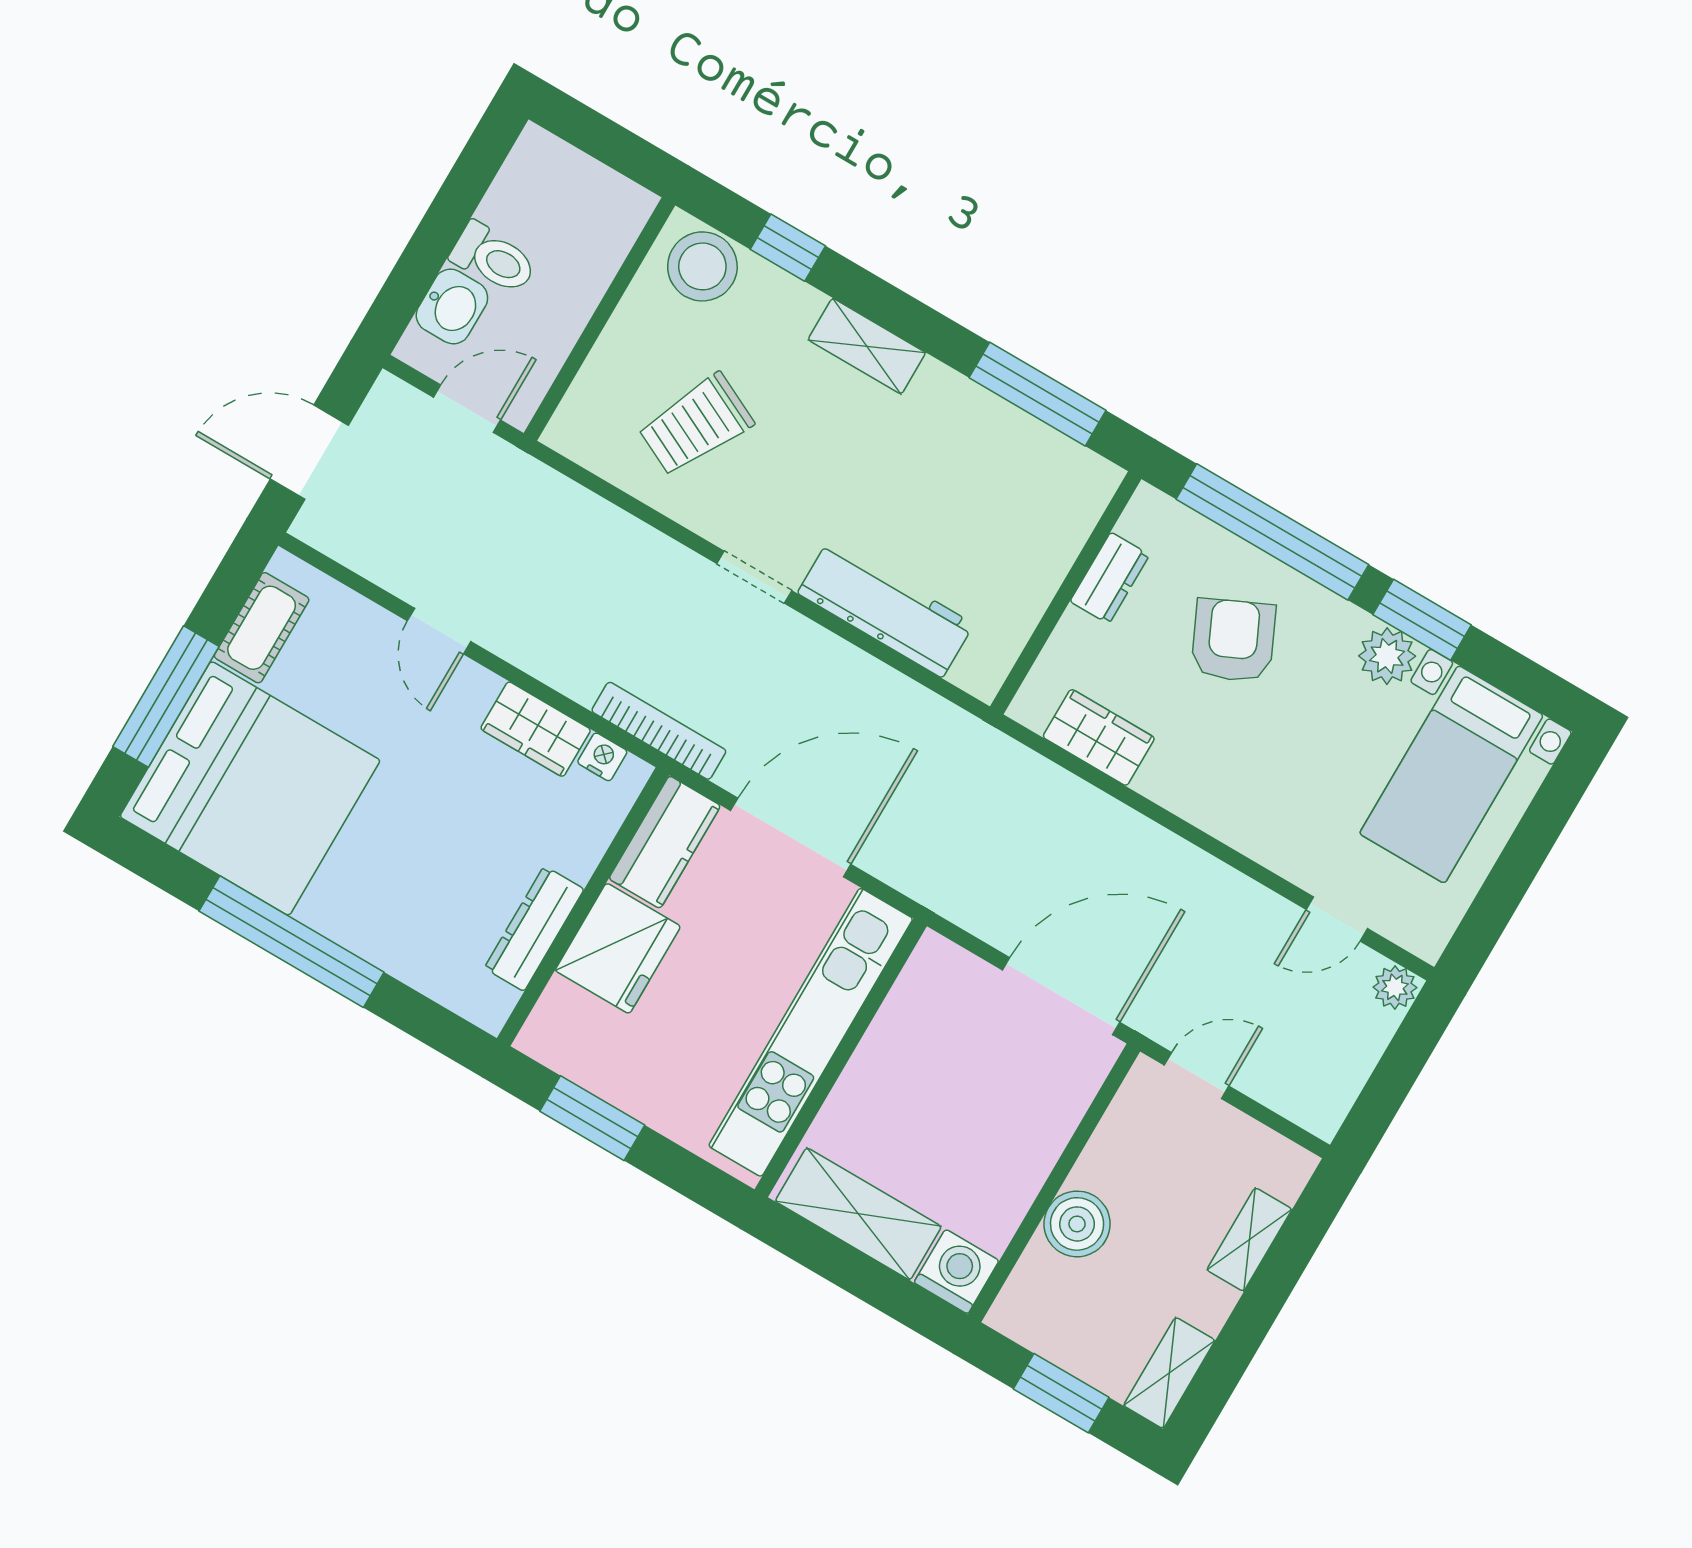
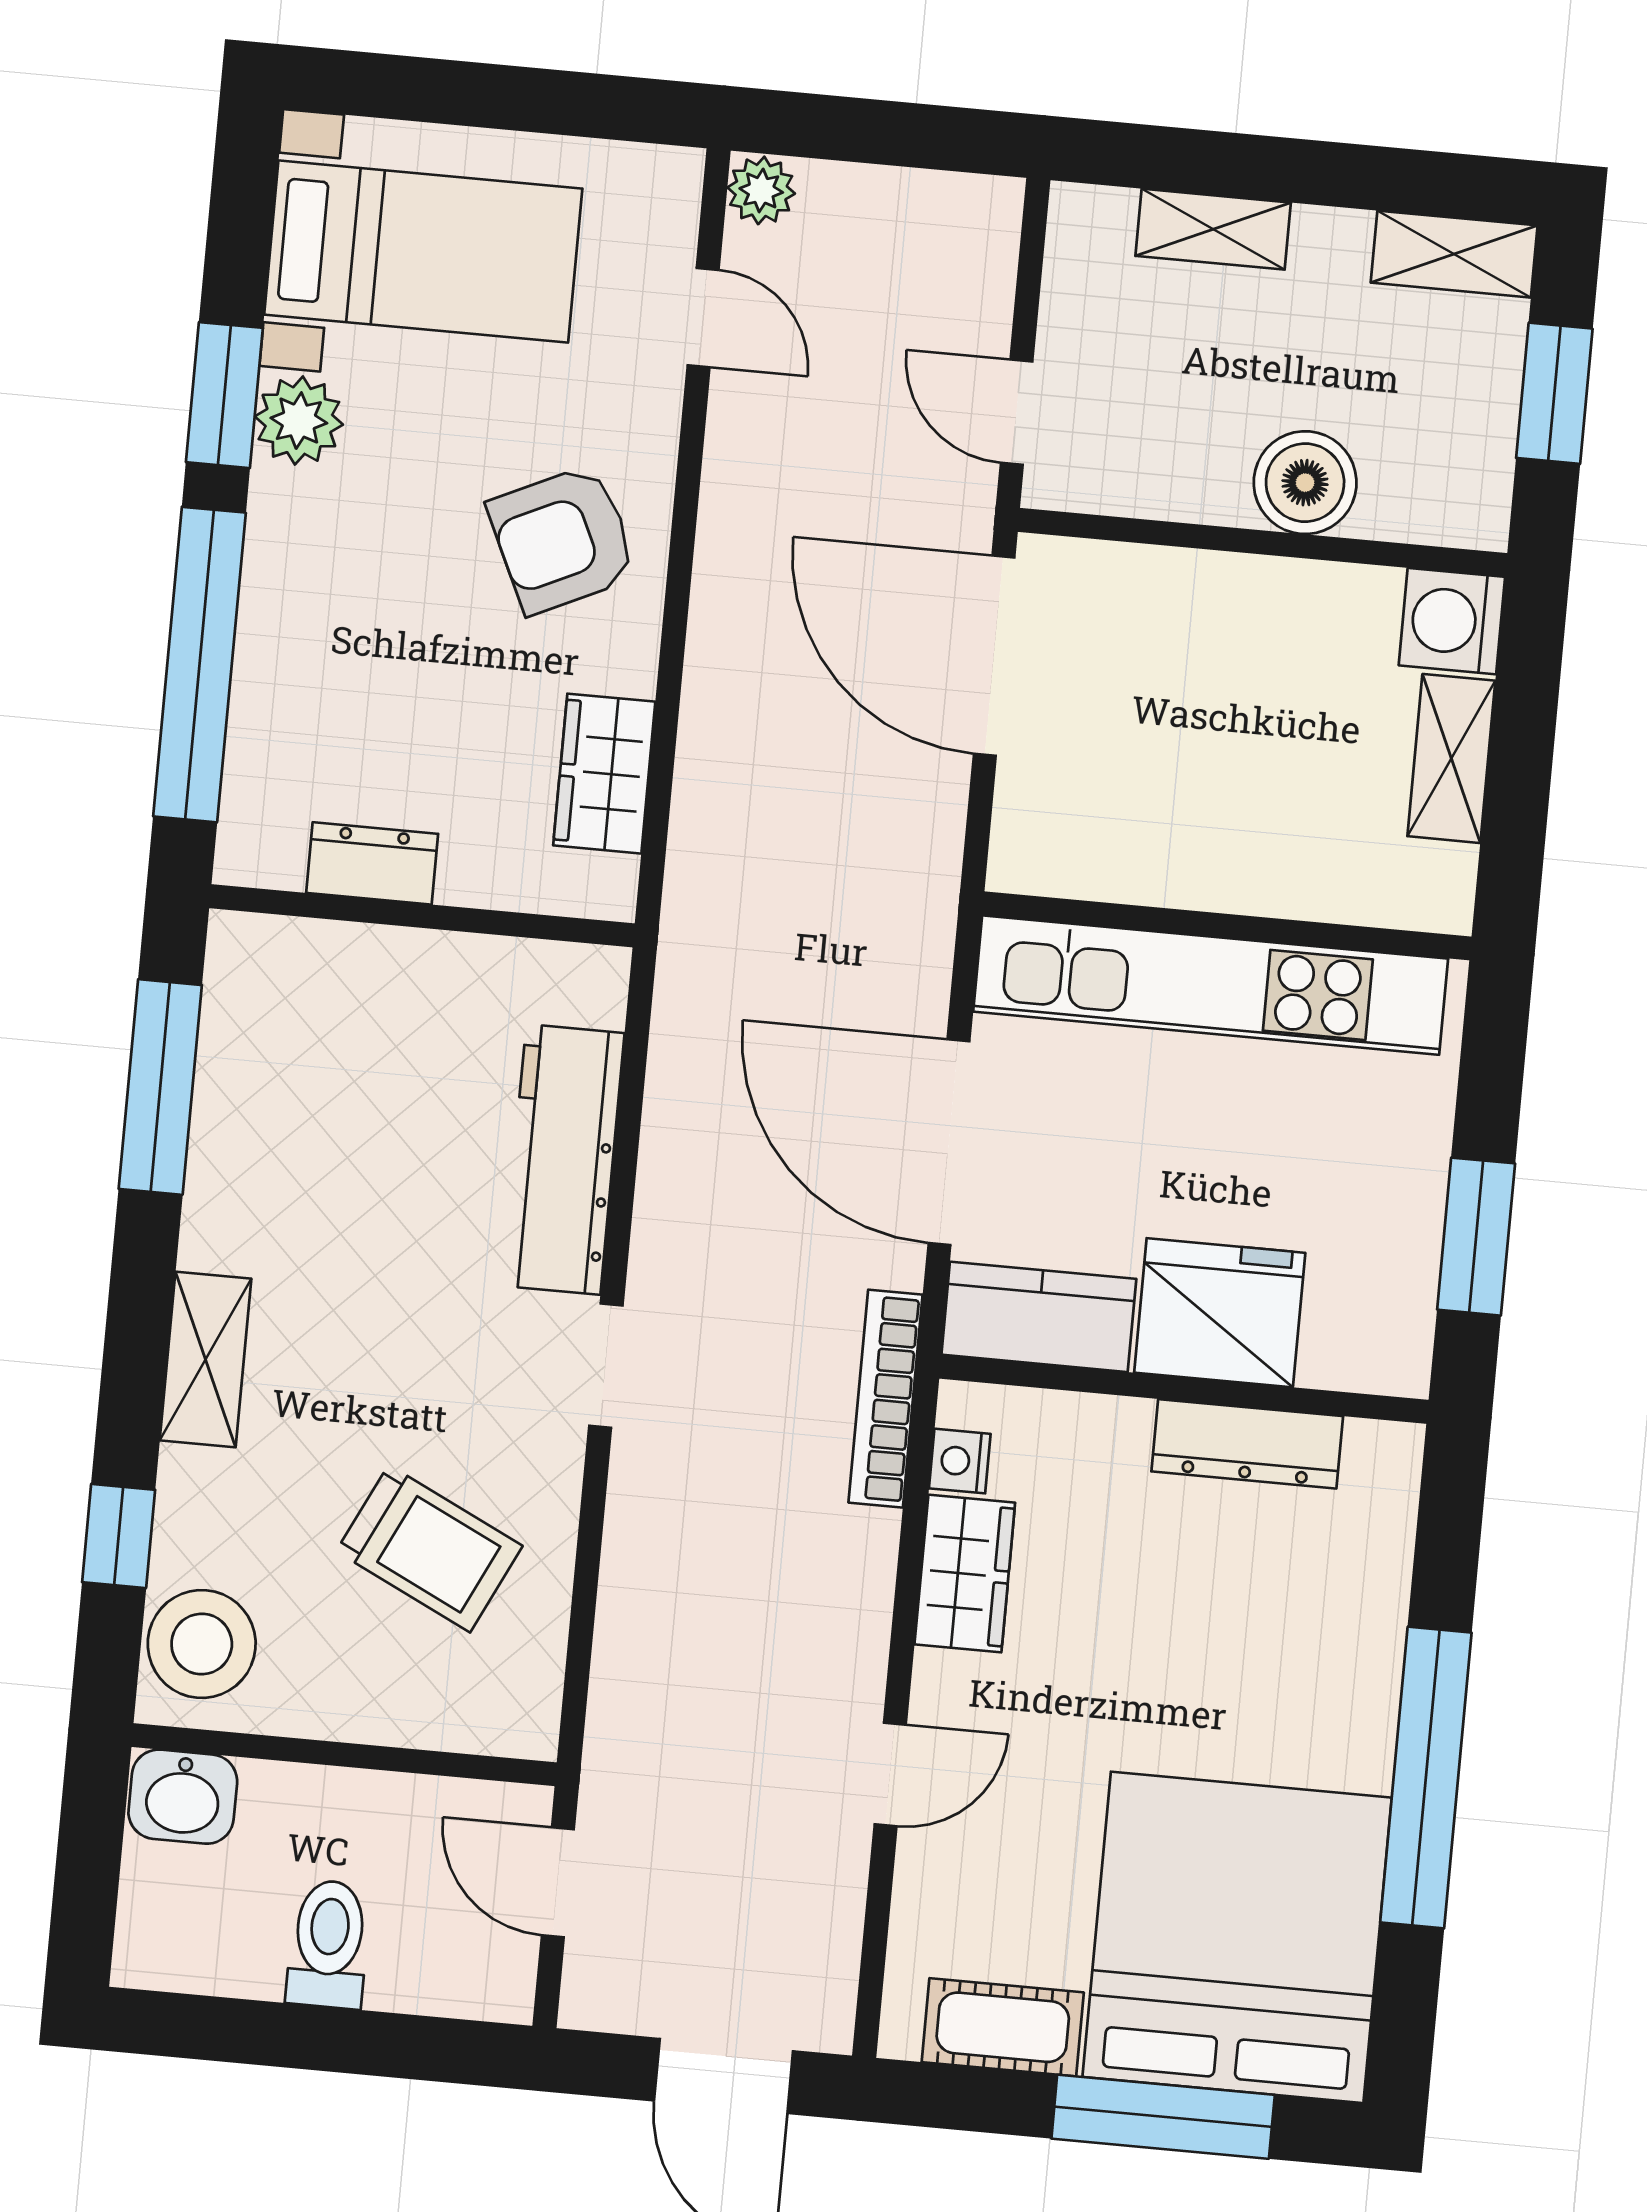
washbasin: (452, 306) -> (183, 1797), moved, turned 180
armchair: (1233, 640) -> (563, 539), moved
shelving: (858, 1214) -> (1451, 758), width x0.67, depth x0.75

